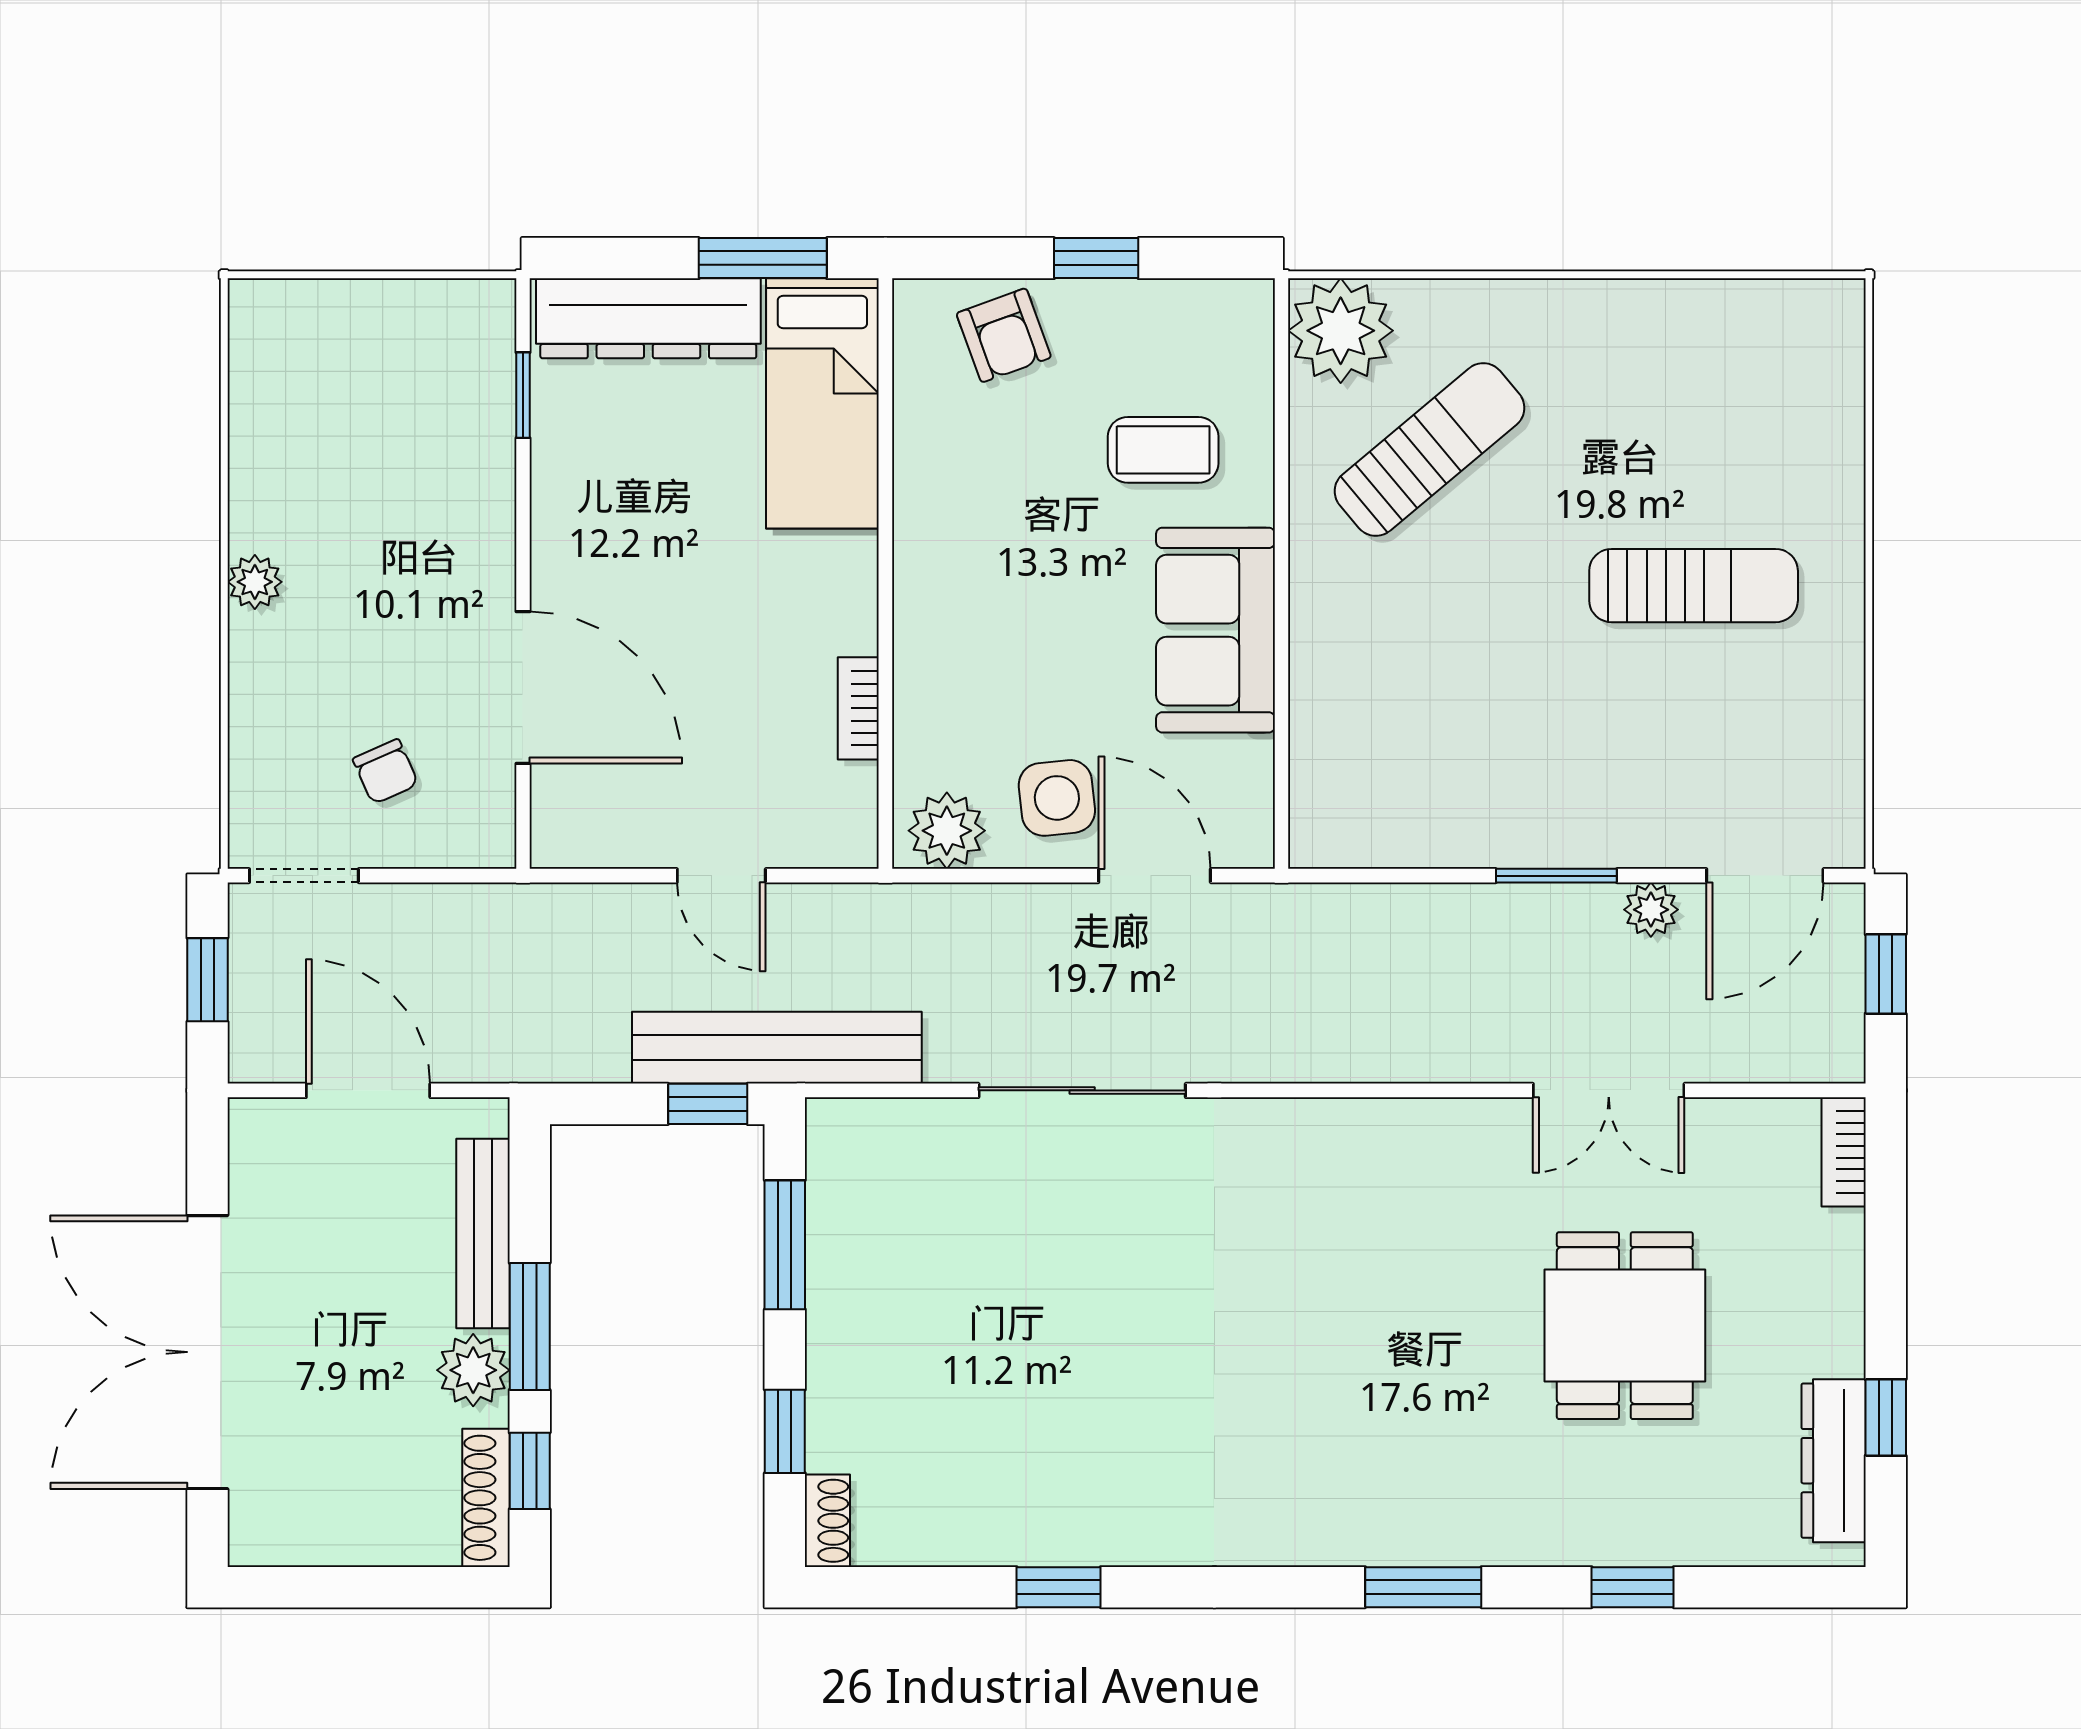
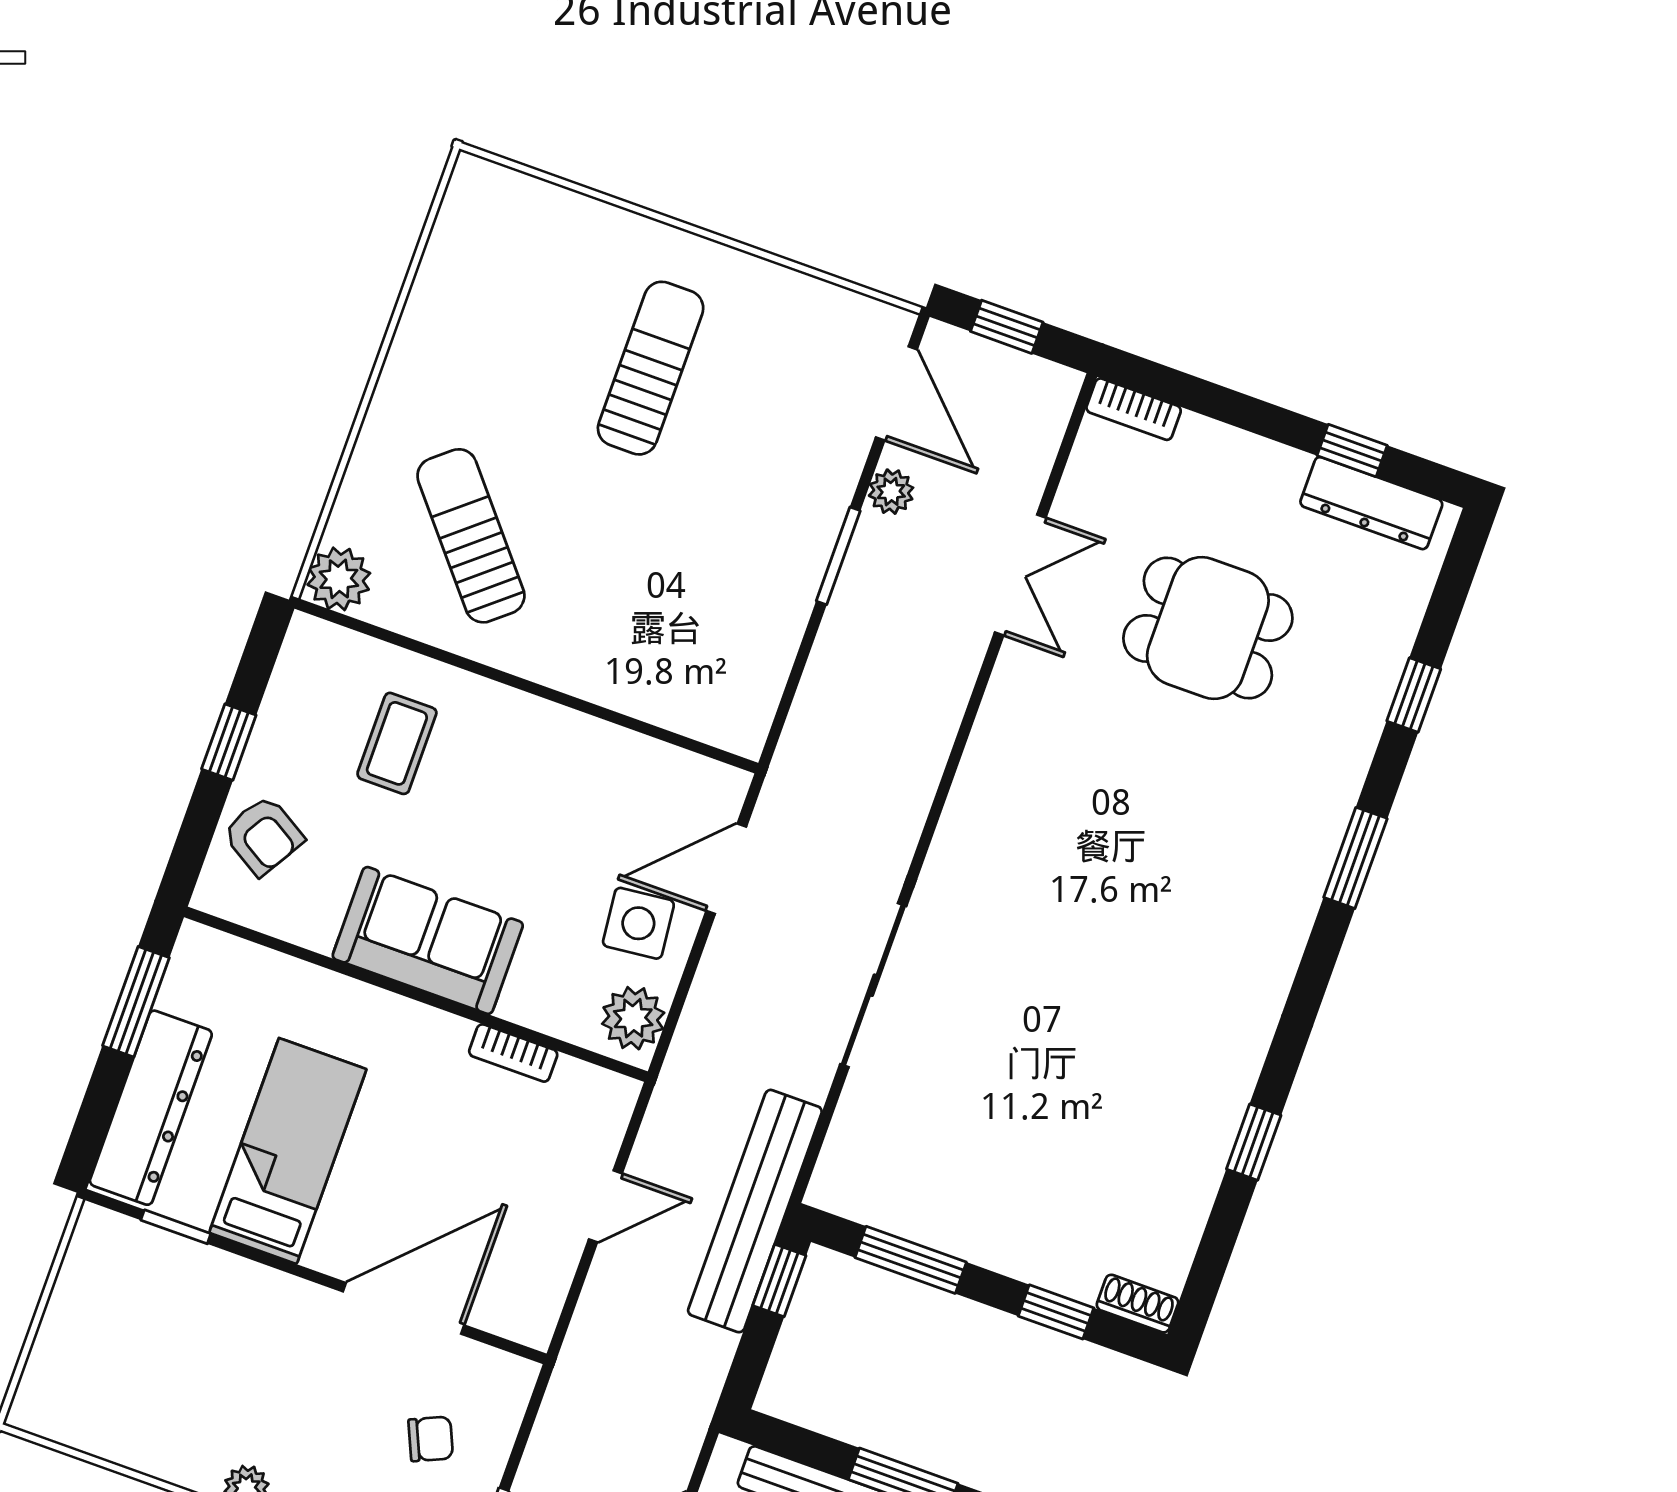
plant: (1341, 331) -> (339, 579), width x0.73, depth x0.73
armchair: (1004, 335) -> (263, 836), turned 51
bed: (822, 403) -> (288, 1151), moved, turned -90
sofa: (1216, 630) -> (428, 940), moved, turned 180

